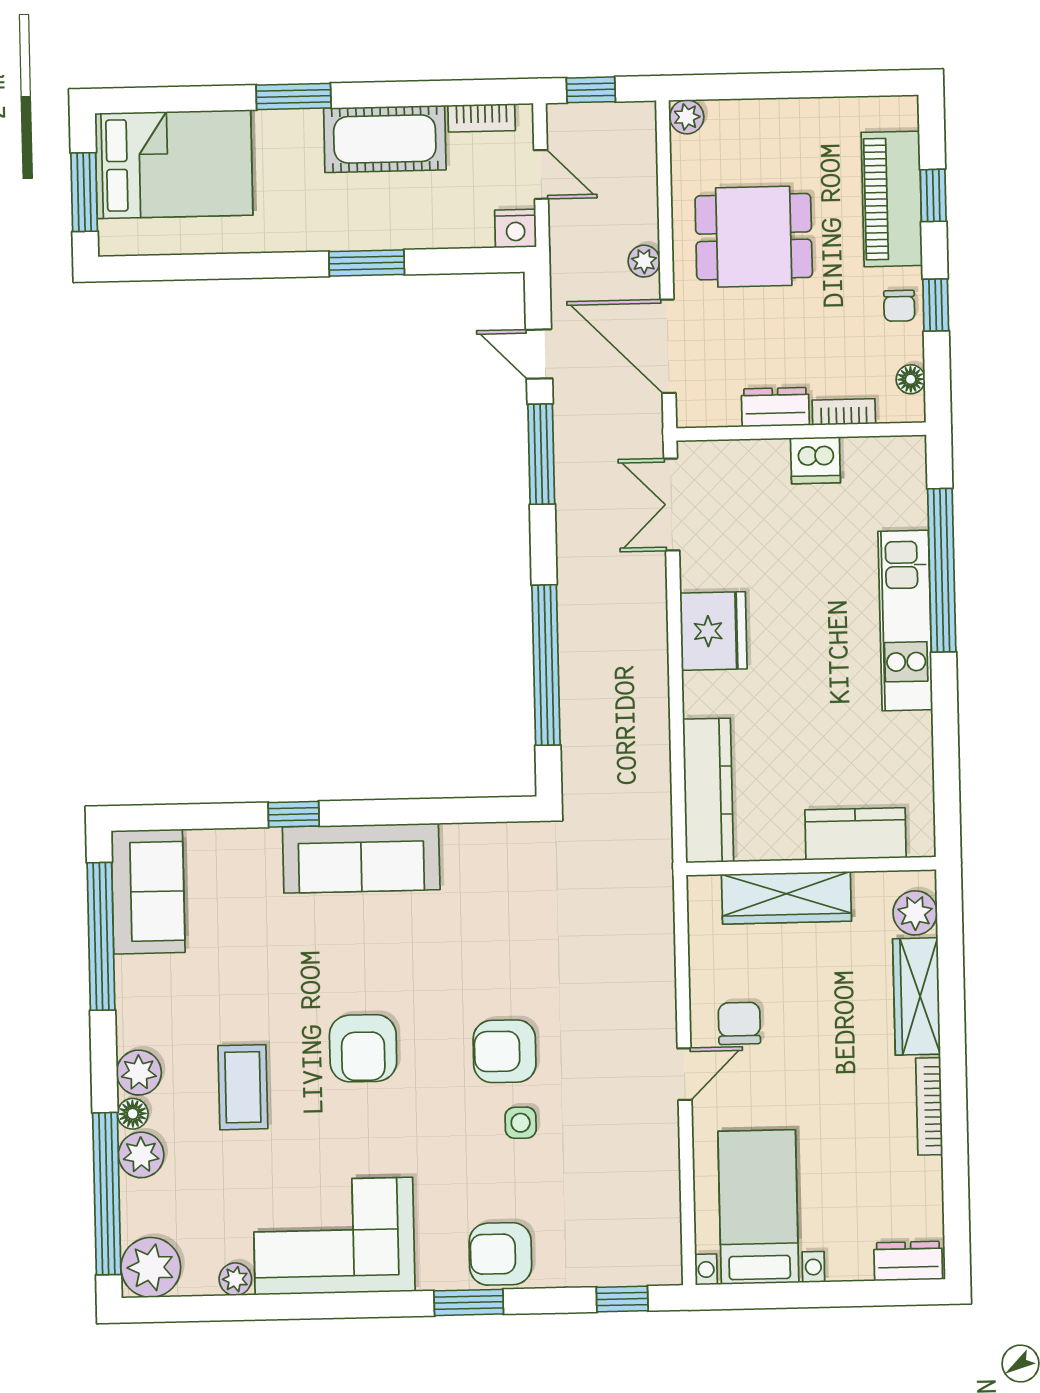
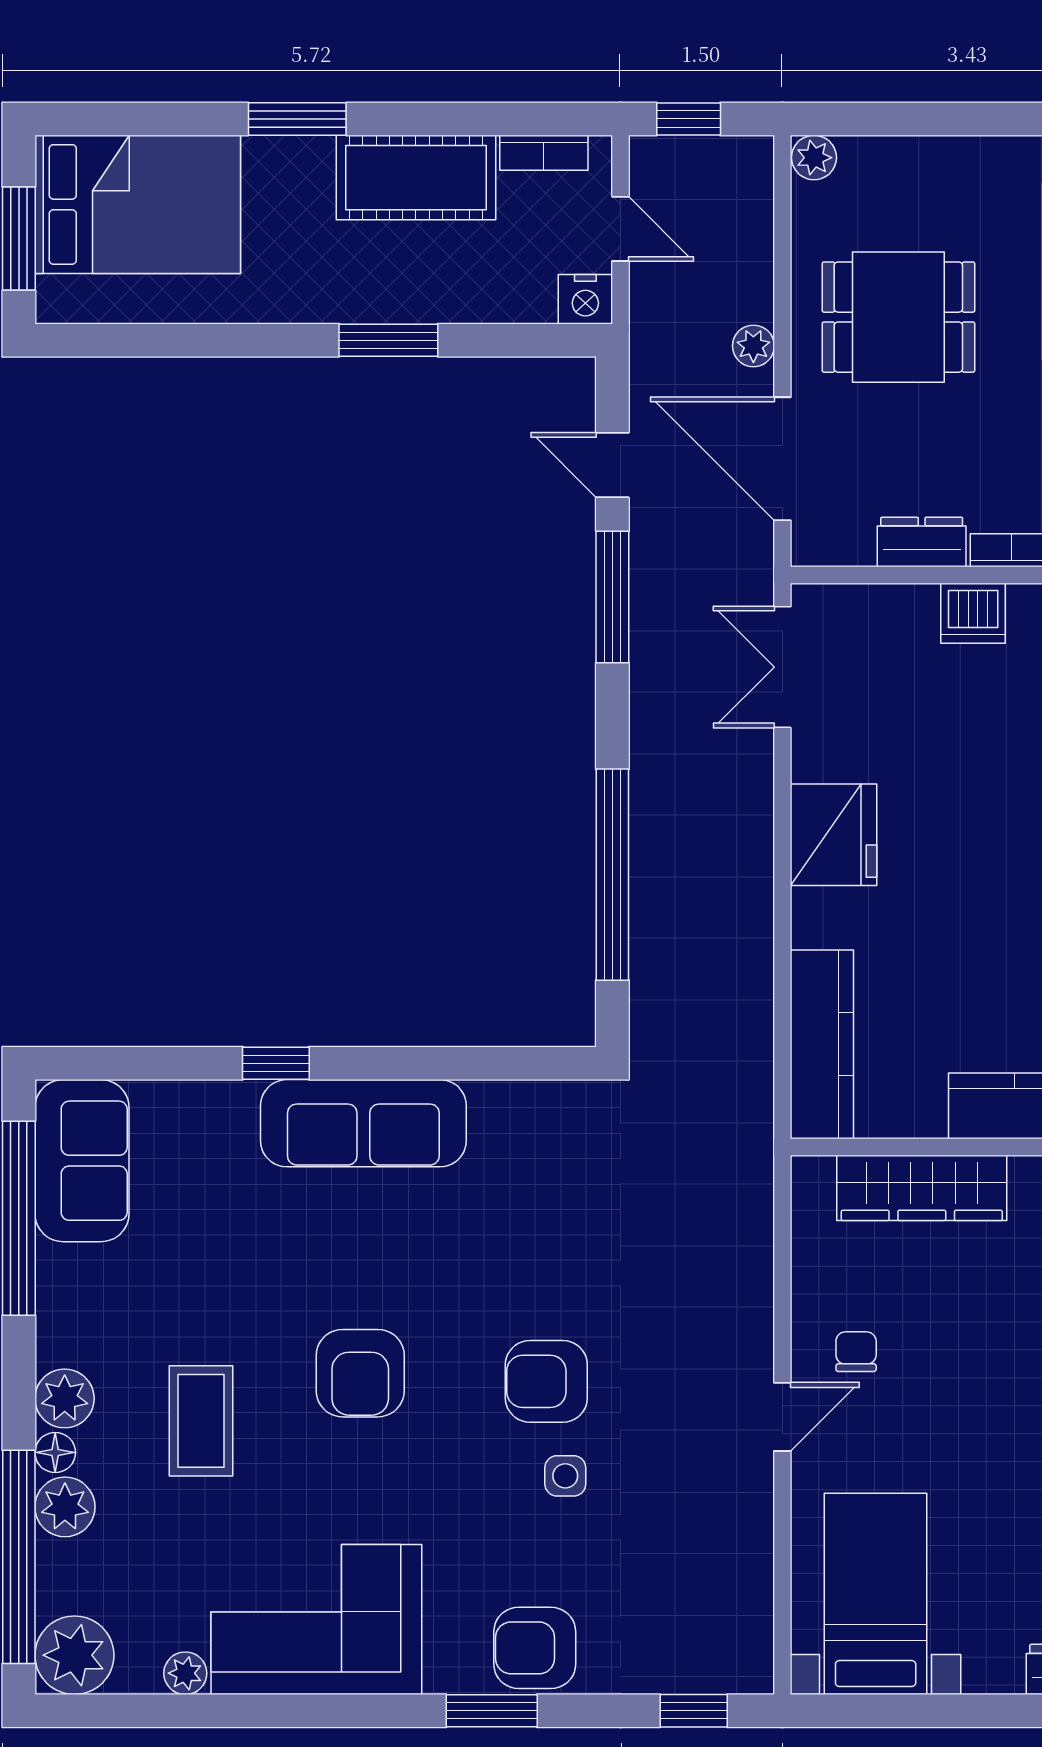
chair: (739, 1023) -> (856, 1352), width x0.73, depth x0.73

